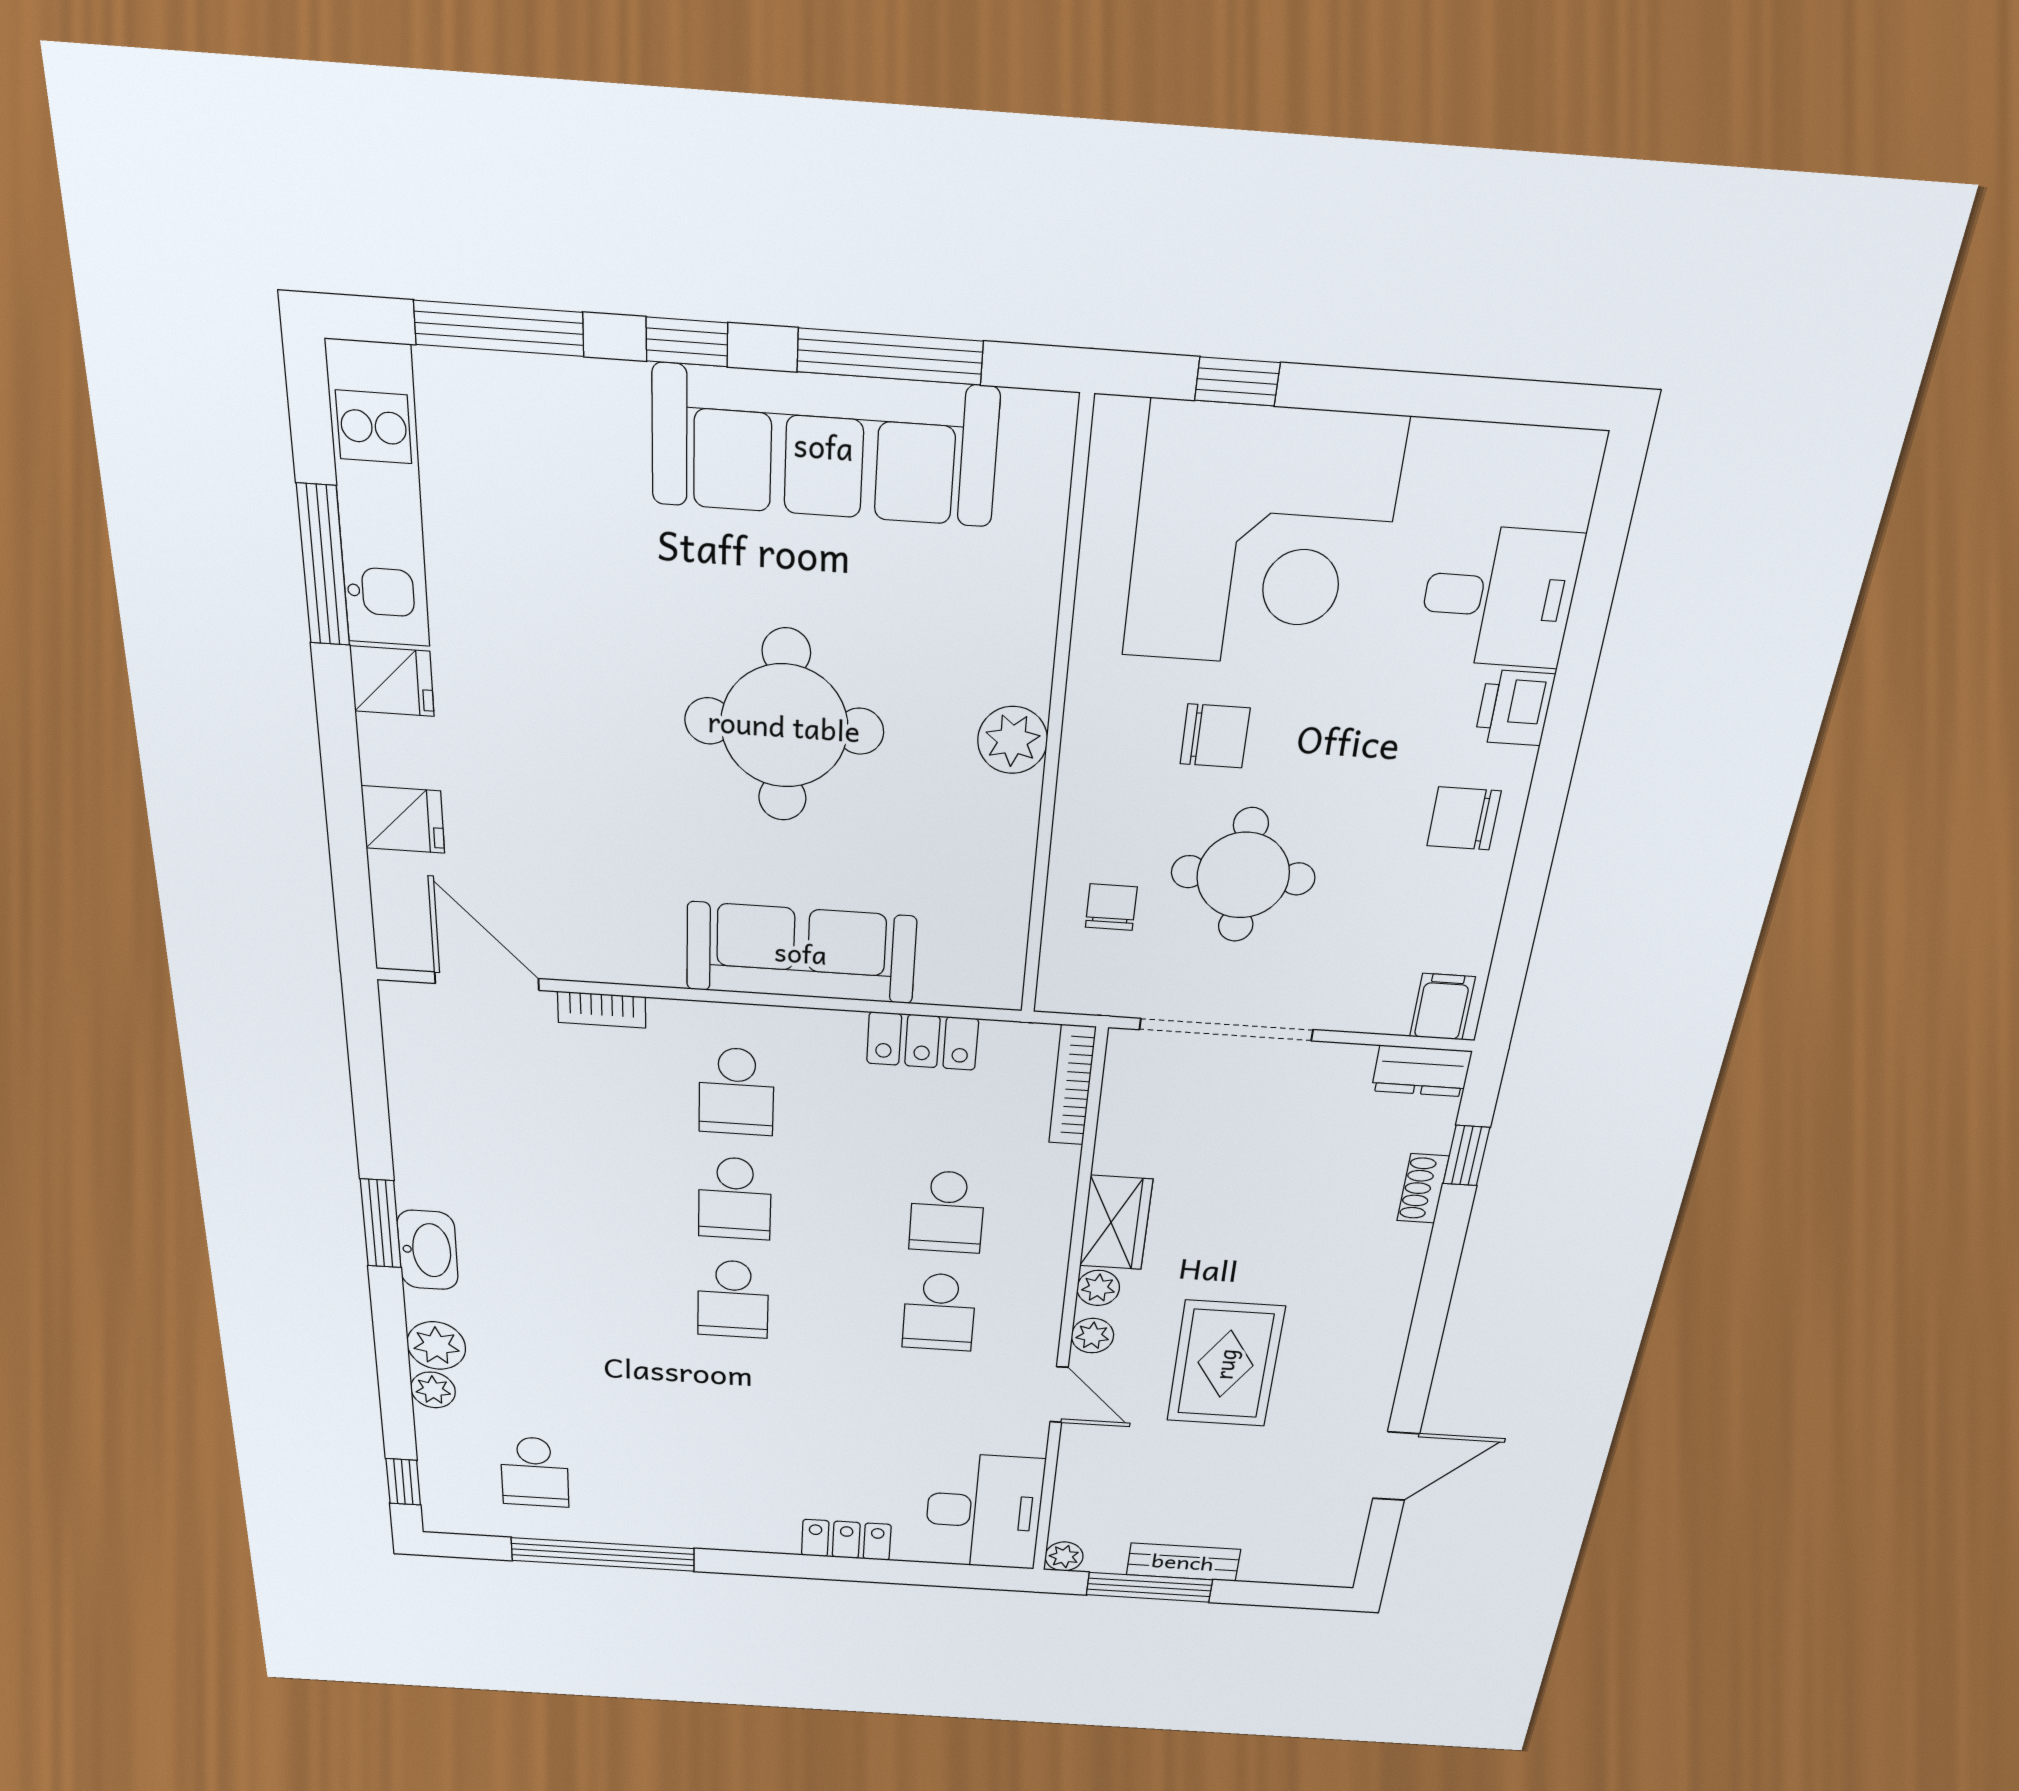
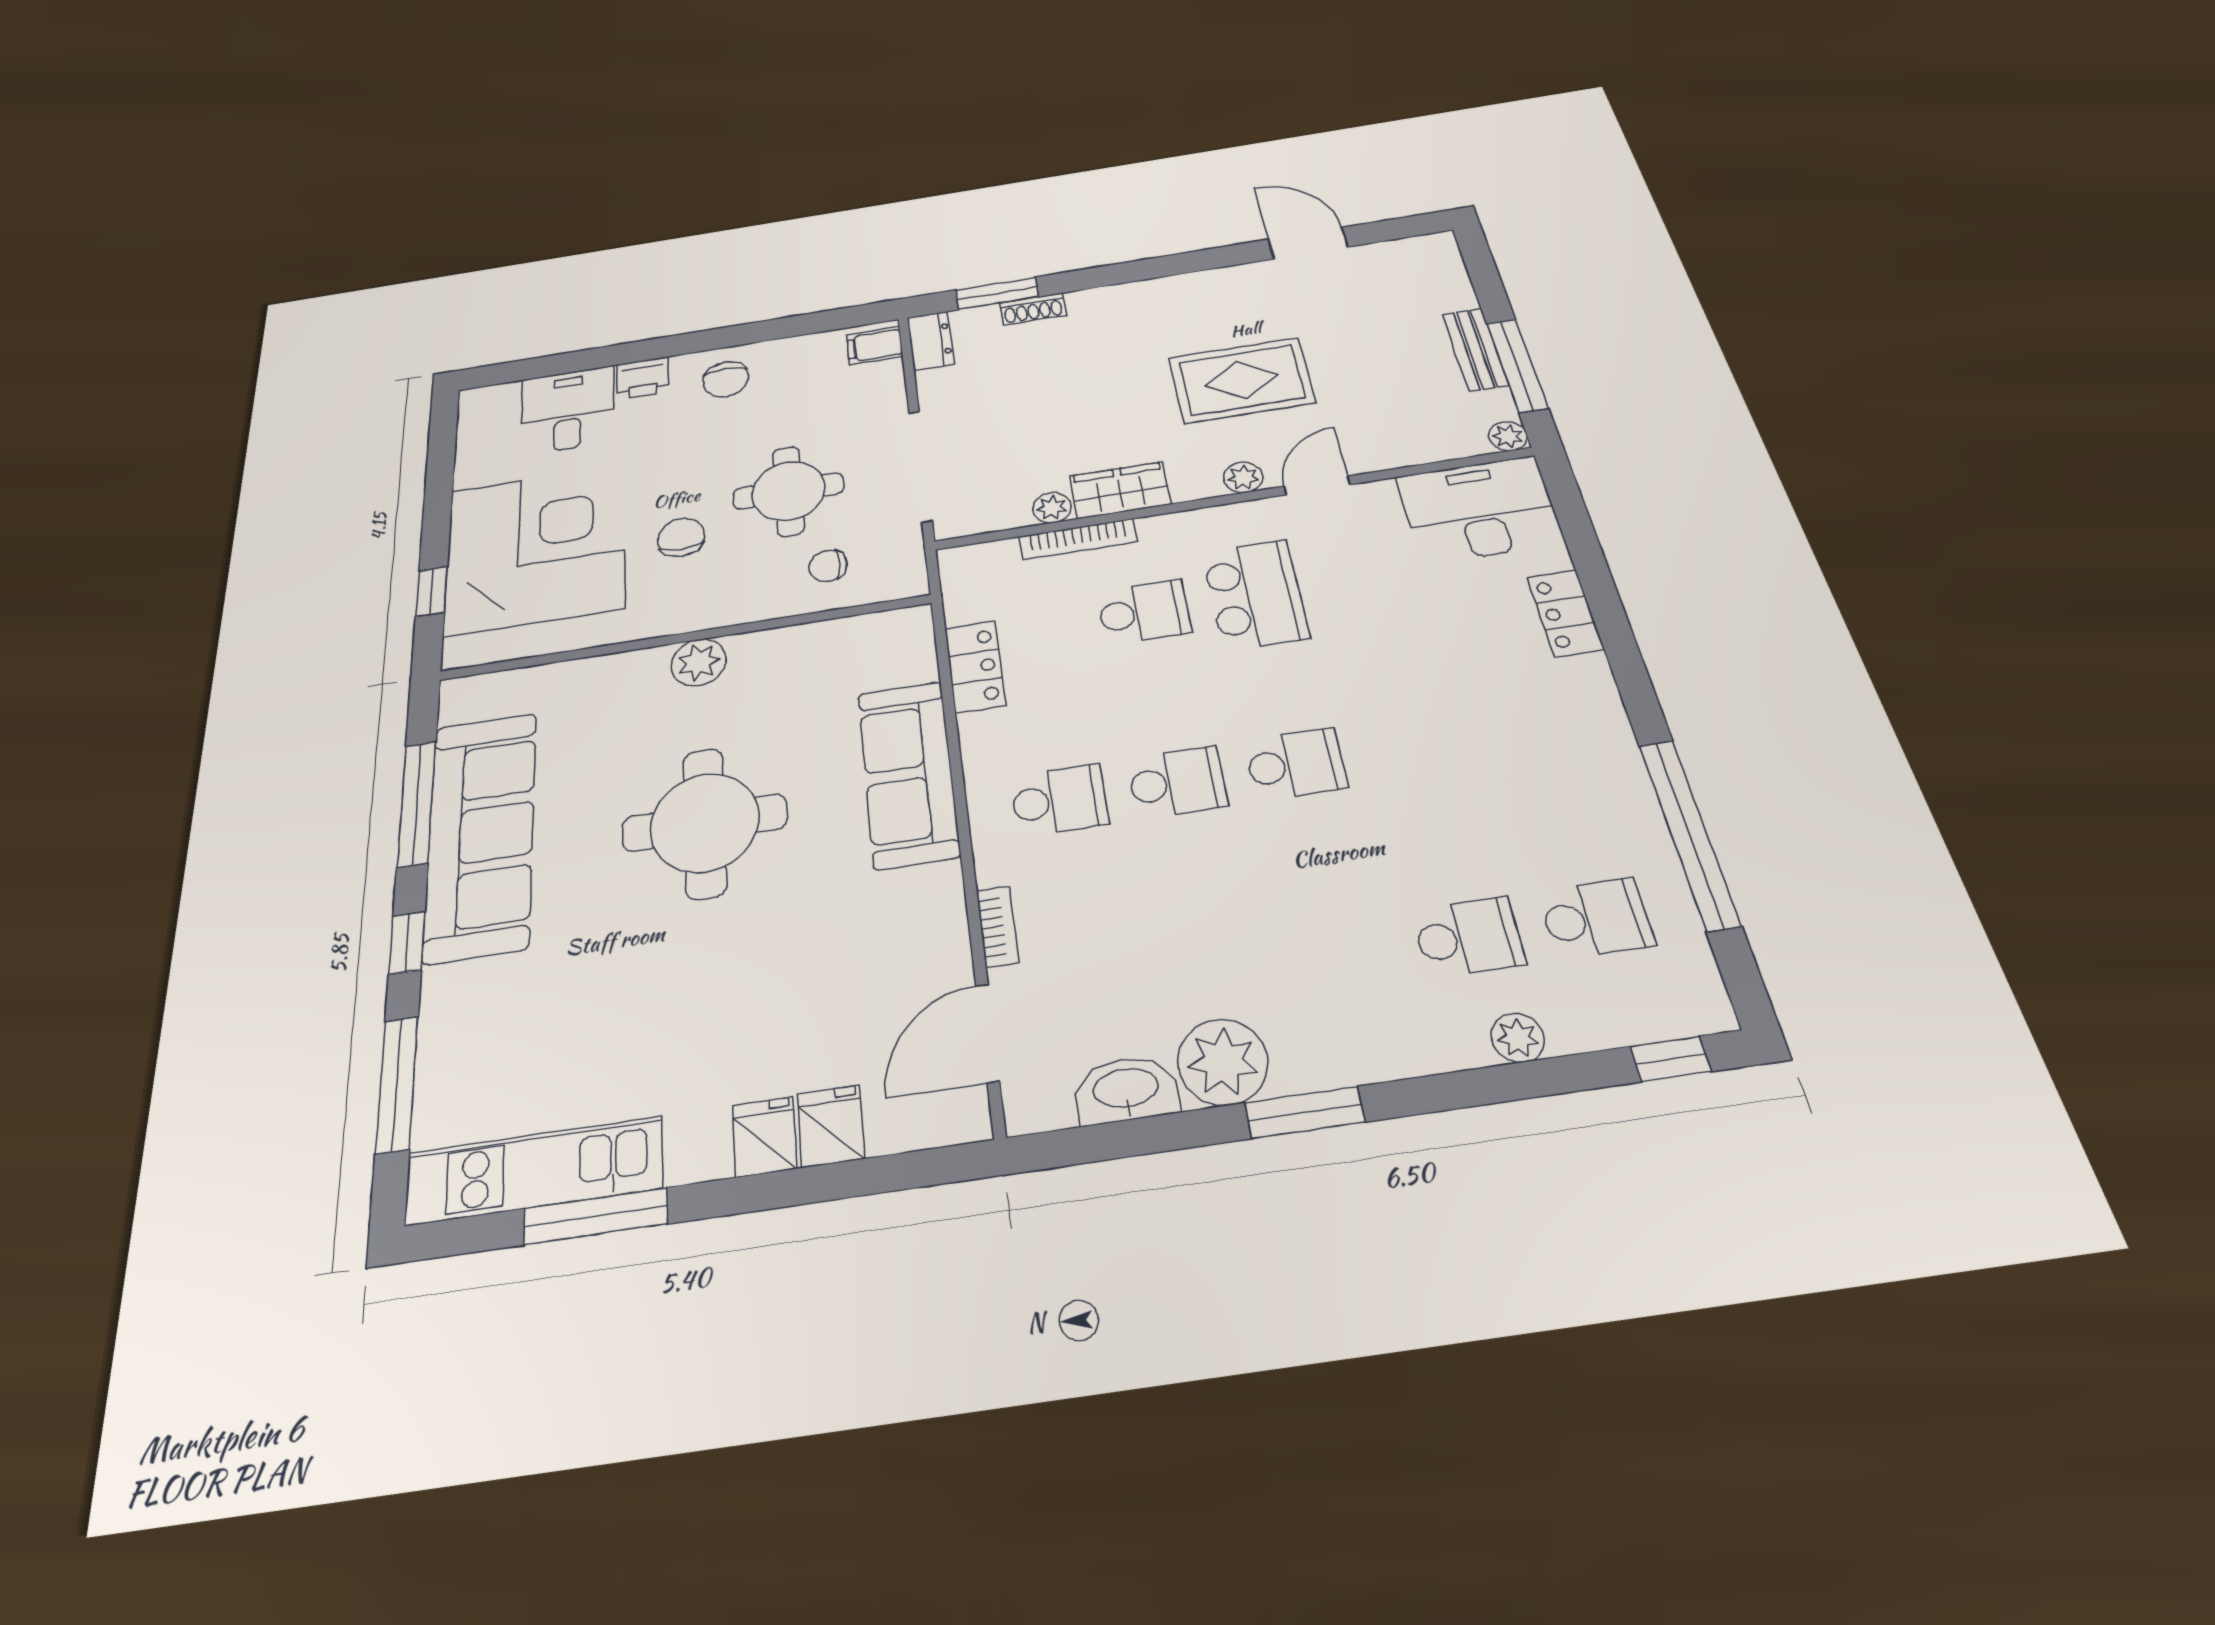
fridge: (392, 681) -> (765, 1137), moved
bookcase: (1072, 1085) -> (1078, 539), moved
window: (1466, 1156) -> (997, 293), width x1.50
washbasin: (428, 1250) -> (1126, 1090), moved
plant: (1098, 1288) -> (1052, 508), moved
school desk: (939, 1312) -> (1255, 595), width x1.85
plant: (436, 1346) -> (1223, 1062), moved, width x1.36, depth x1.36
school desk: (531, 1382) -> (1468, 937), added

